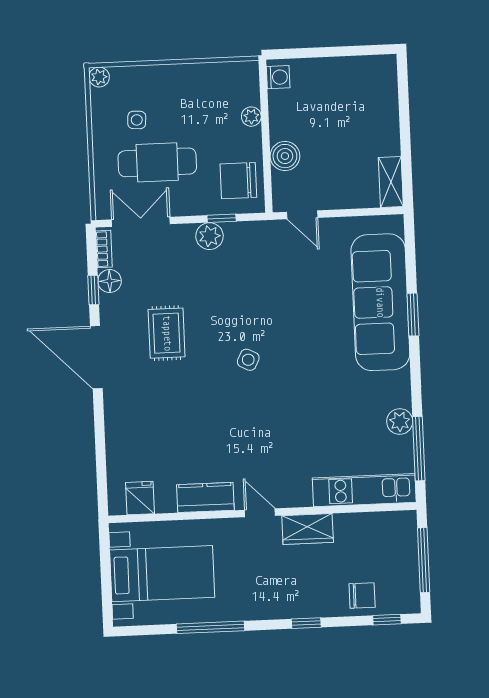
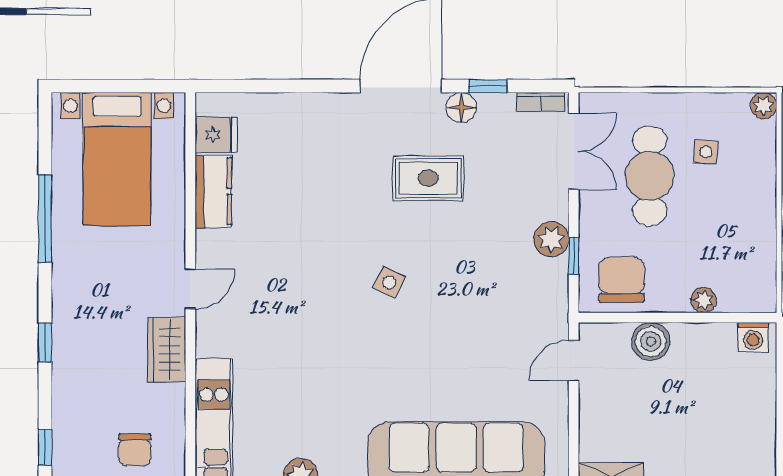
floor lamp: (110, 281) -> (461, 107), moved
kitchen counter: (205, 497) -> (213, 191), moved
chair: (362, 595) -> (135, 450), moved

